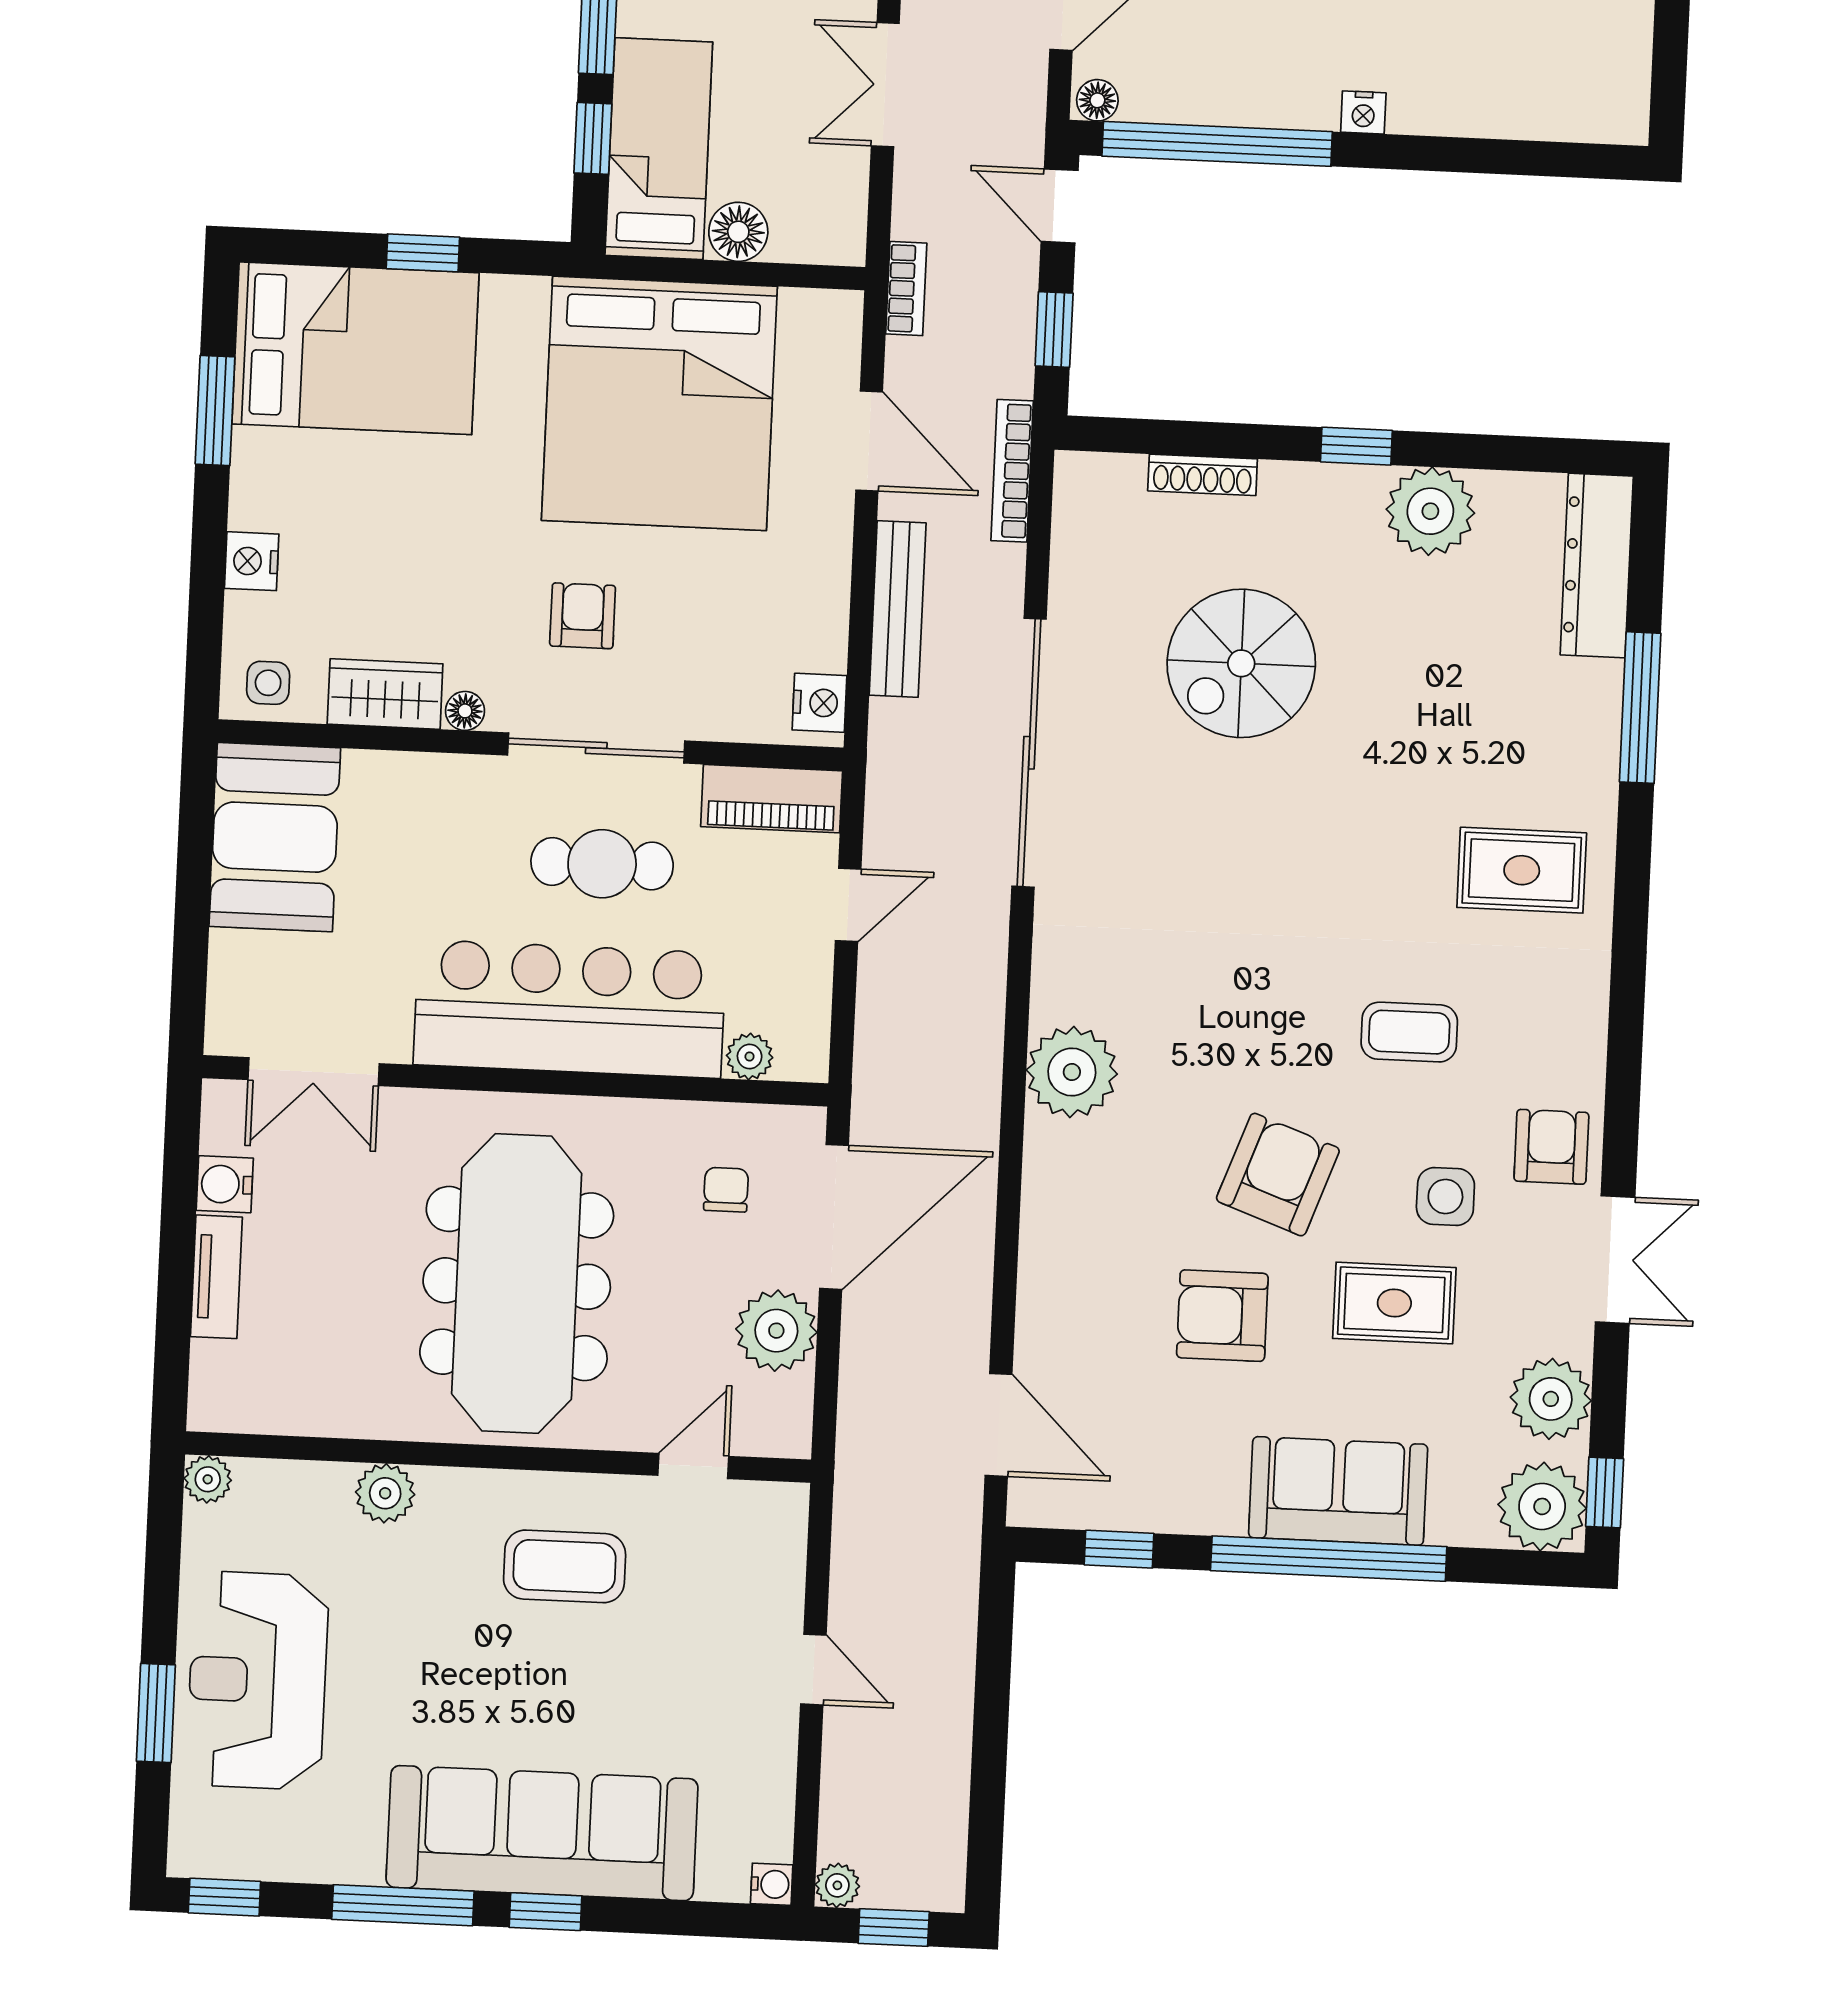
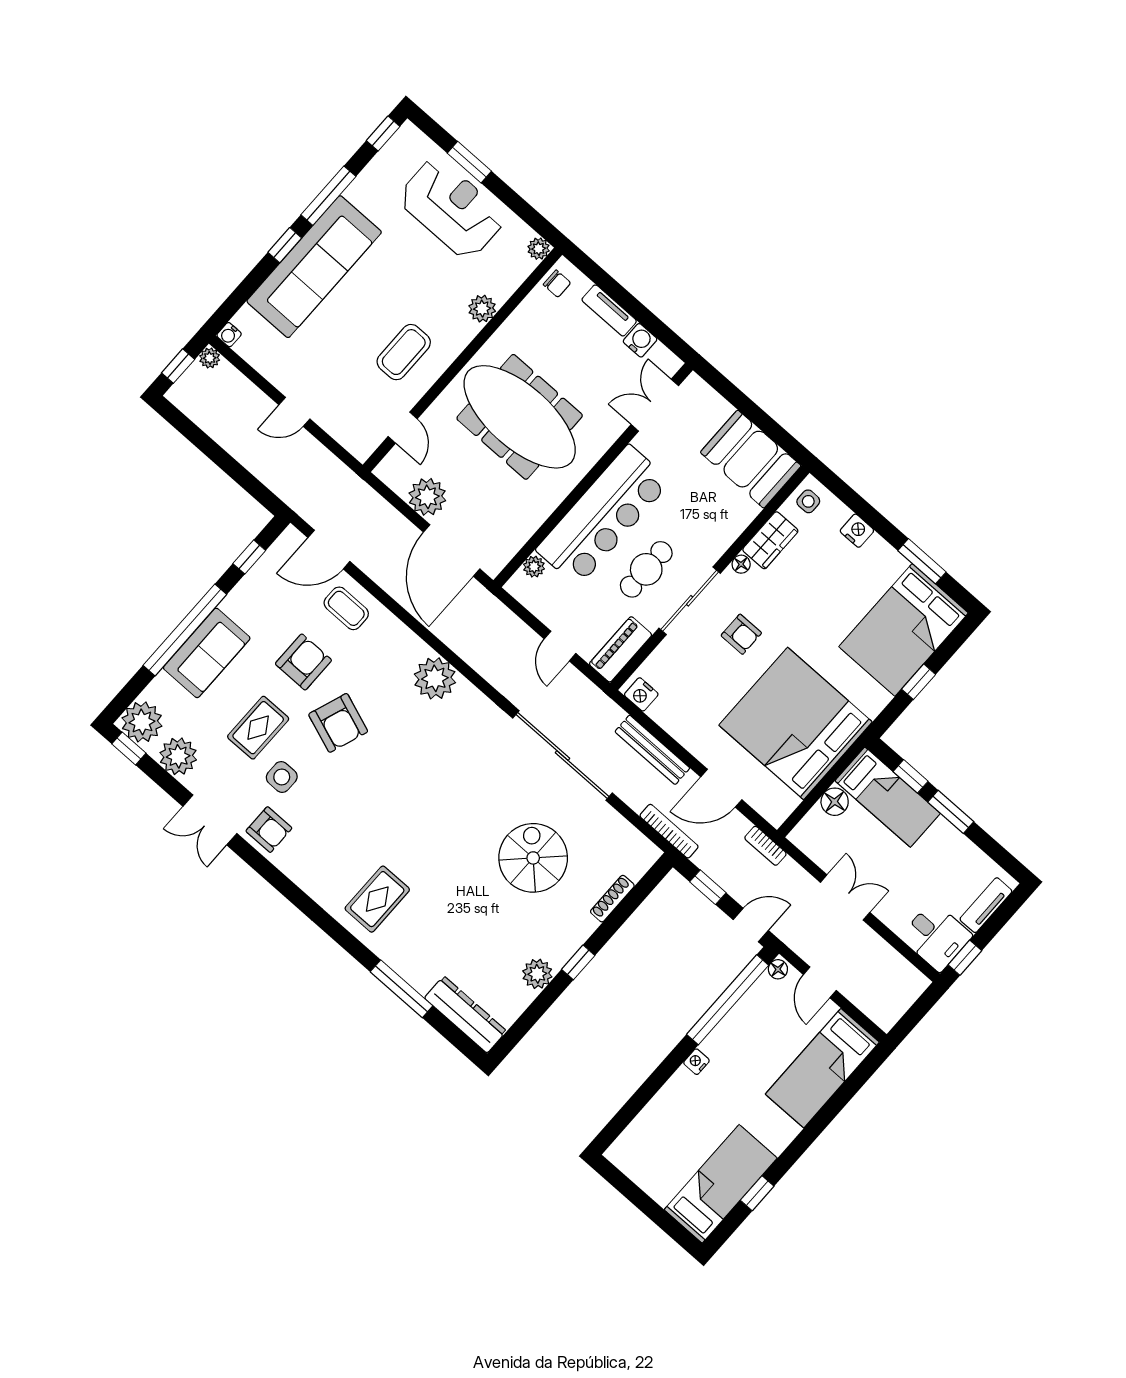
plant: (1430, 511) -> (537, 974), width x0.73, depth x0.73
coffee table: (1409, 1032) -> (346, 608), moved, turned 90
chair: (726, 1190) -> (557, 284), moved

